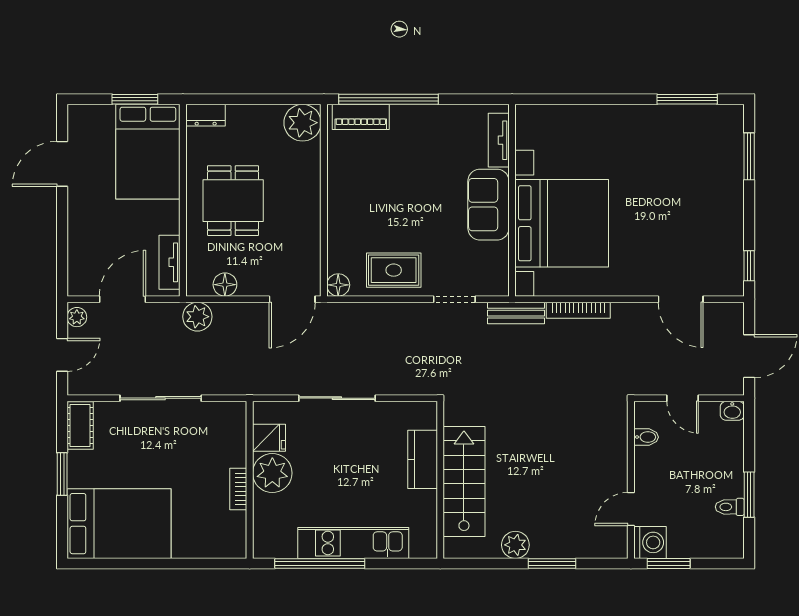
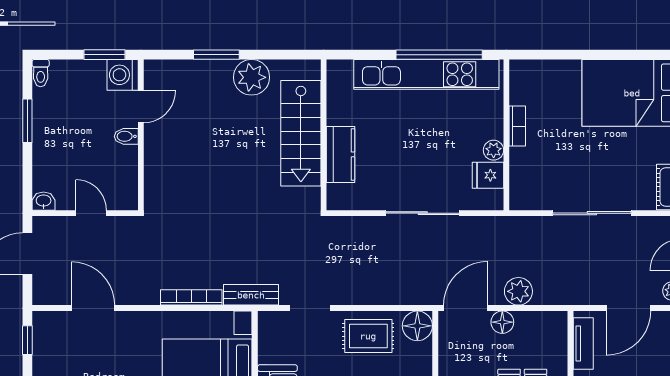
floor lamp: (225, 285) -> (502, 322), moved
floor lamp: (338, 285) -> (417, 326), width x1.38, depth x1.38
plant: (197, 317) -> (518, 291), moved
bidet: (646, 437) -> (126, 136), moved
plant: (272, 473) -> (494, 150), width x0.53, depth x0.53
toilet: (730, 507) -> (41, 73), moved, turned 90
kitchen unit: (353, 543) -> (426, 74), width x1.36
plant: (515, 545) -> (252, 77), width x1.36, depth x1.36

